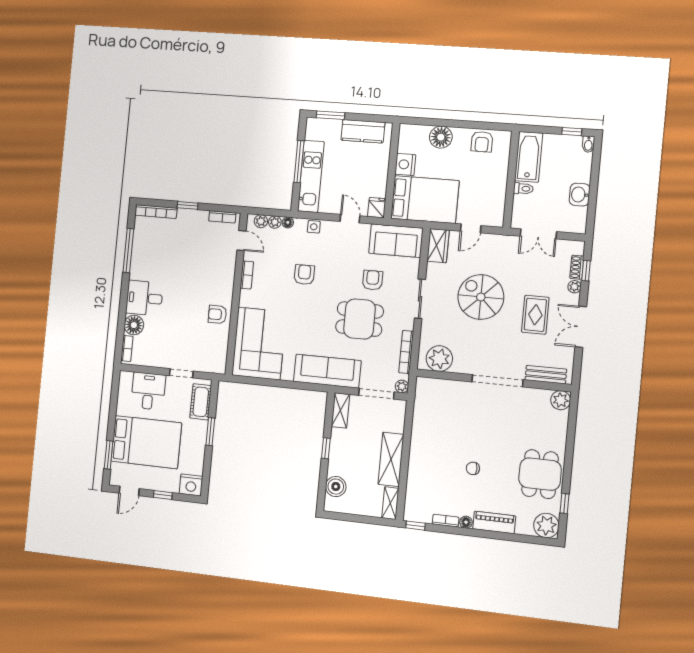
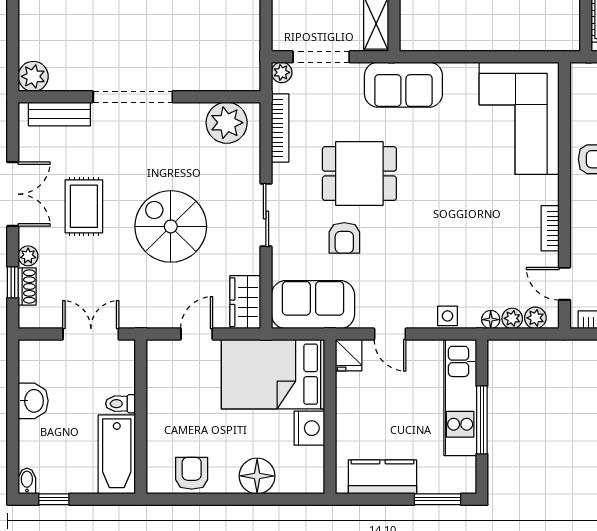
armchair: (304, 275) -> (456, 237), removed
spiral stairs: (481, 297) -> (171, 226), turned 180
sofa: (327, 371) -> (403, 85), width x0.73

